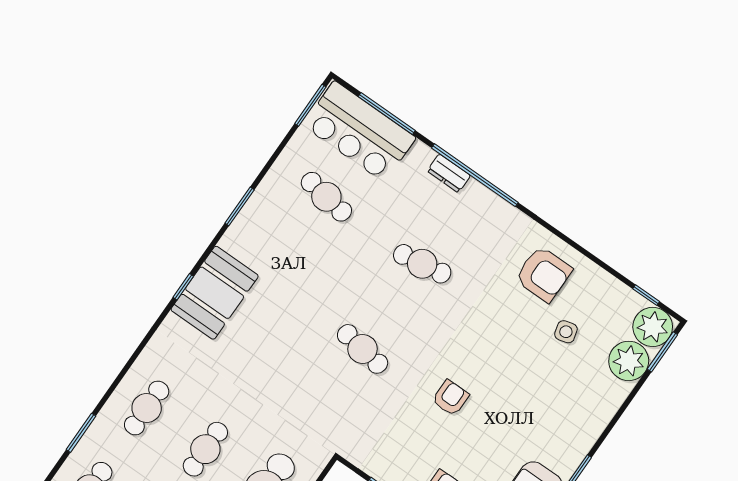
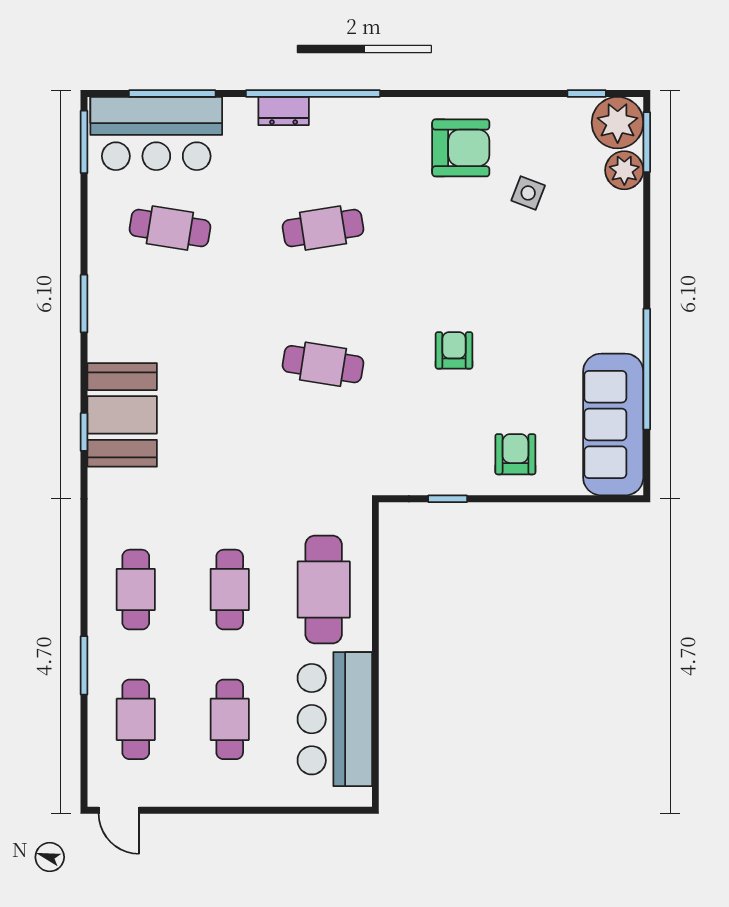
side table: (566, 332) -> (528, 193), turned 36
plant: (629, 361) -> (624, 170), width x0.73, depth x0.73

